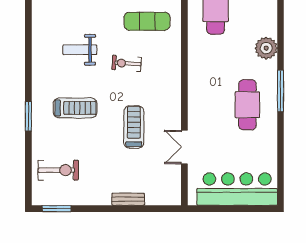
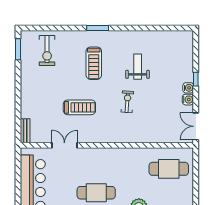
exercise mat: (147, 21) -> (159, 117), removed
window: (28, 116) -> (98, 28), moved
bench: (128, 199) -> (25, 131), moved

